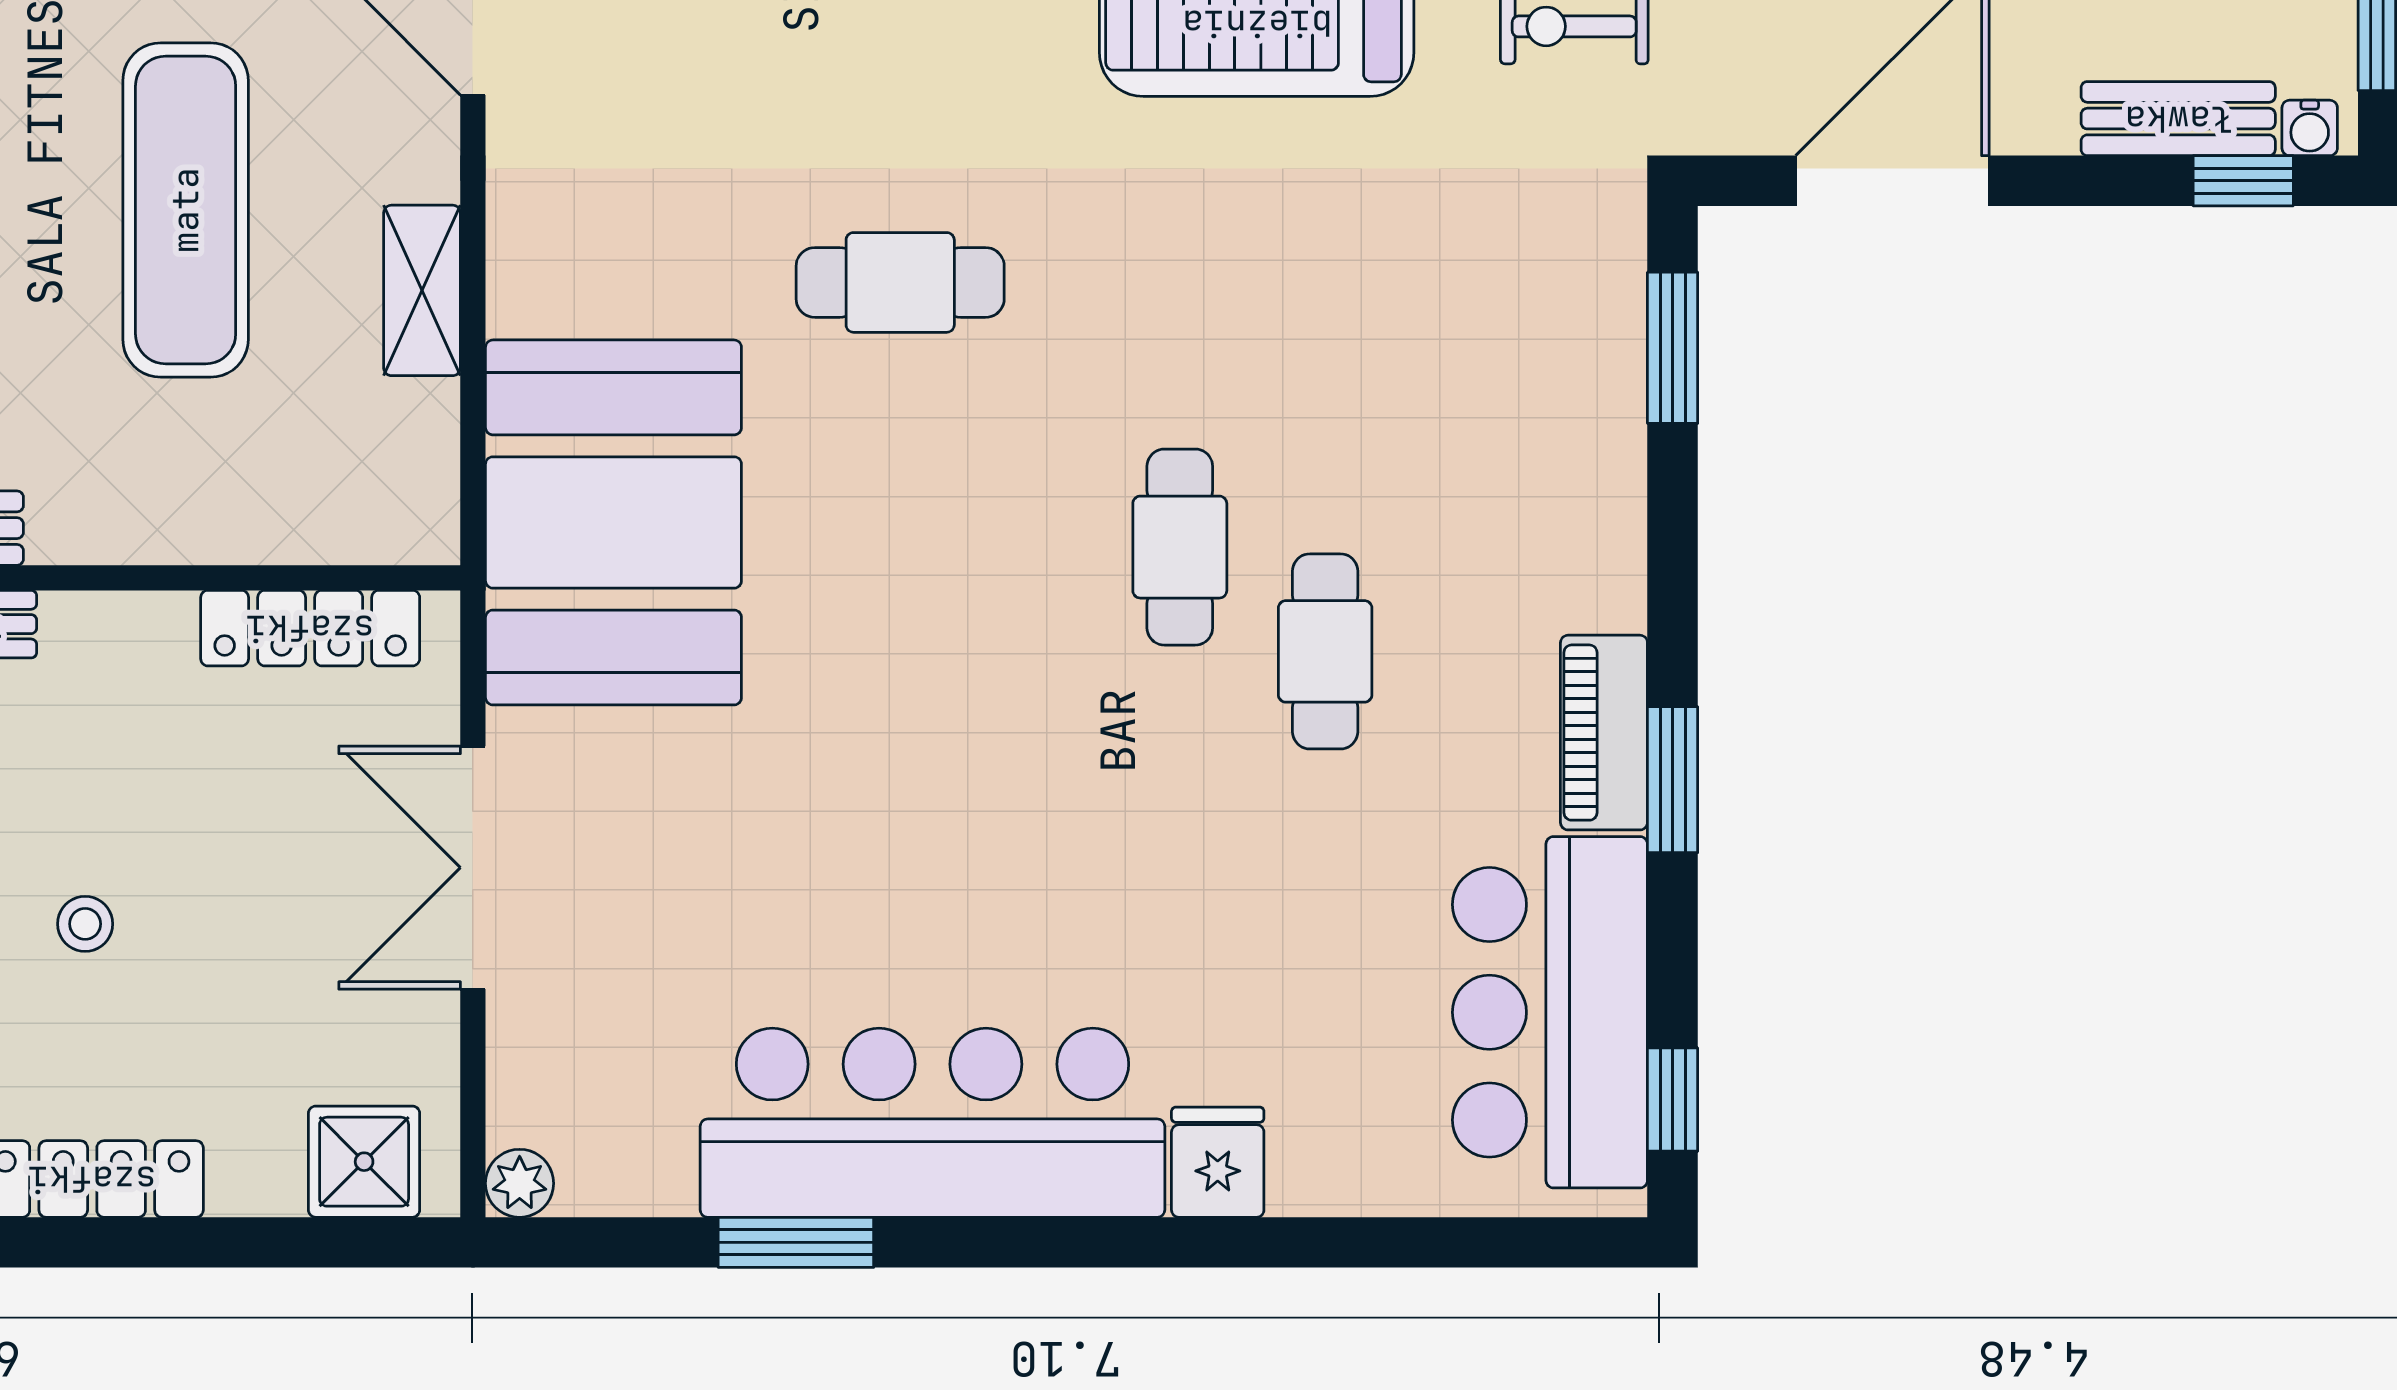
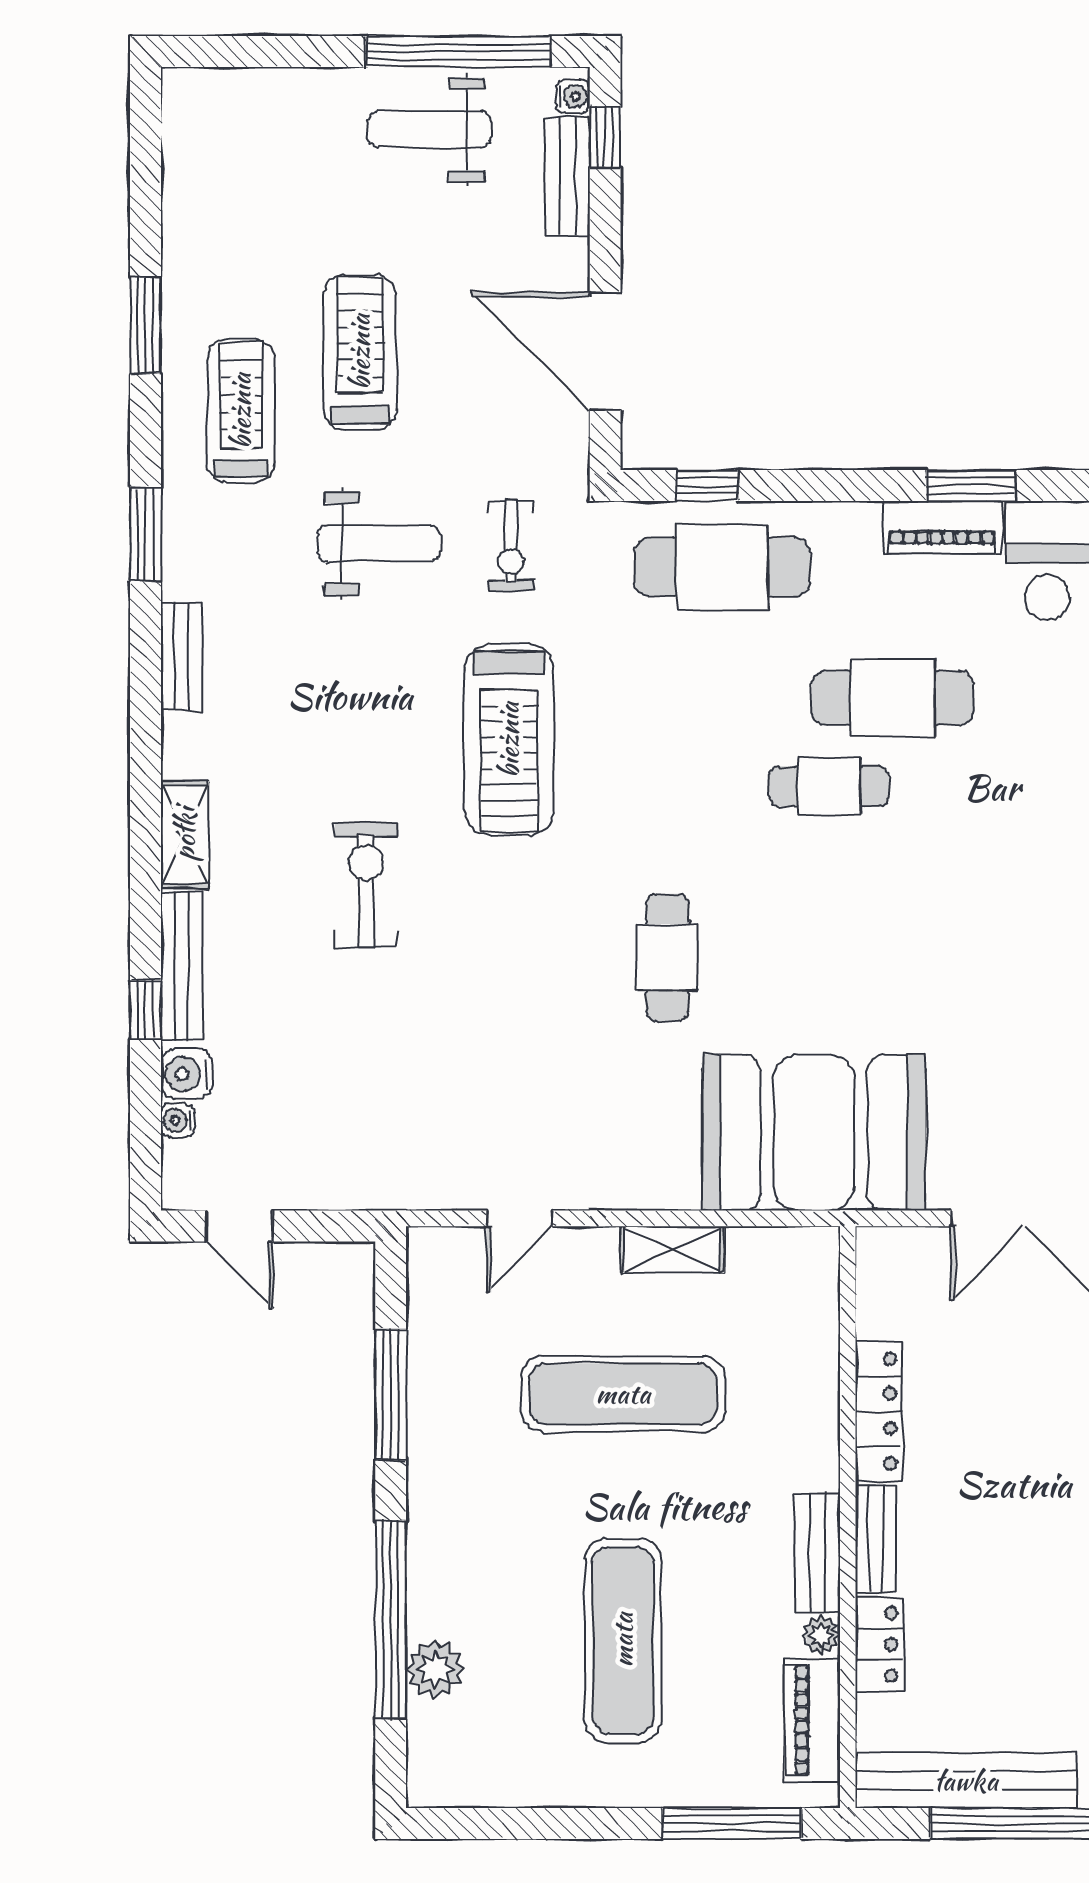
window: (1673, 348) -> (707, 486), width x0.67
cafe table: (1539, 372) -> (722, 567), added
locker: (310, 628) -> (878, 1411), moved
cafe table: (1325, 651) -> (893, 698), width x1.37, depth x1.35
stool: (85, 924) -> (1059, 1455), removed

